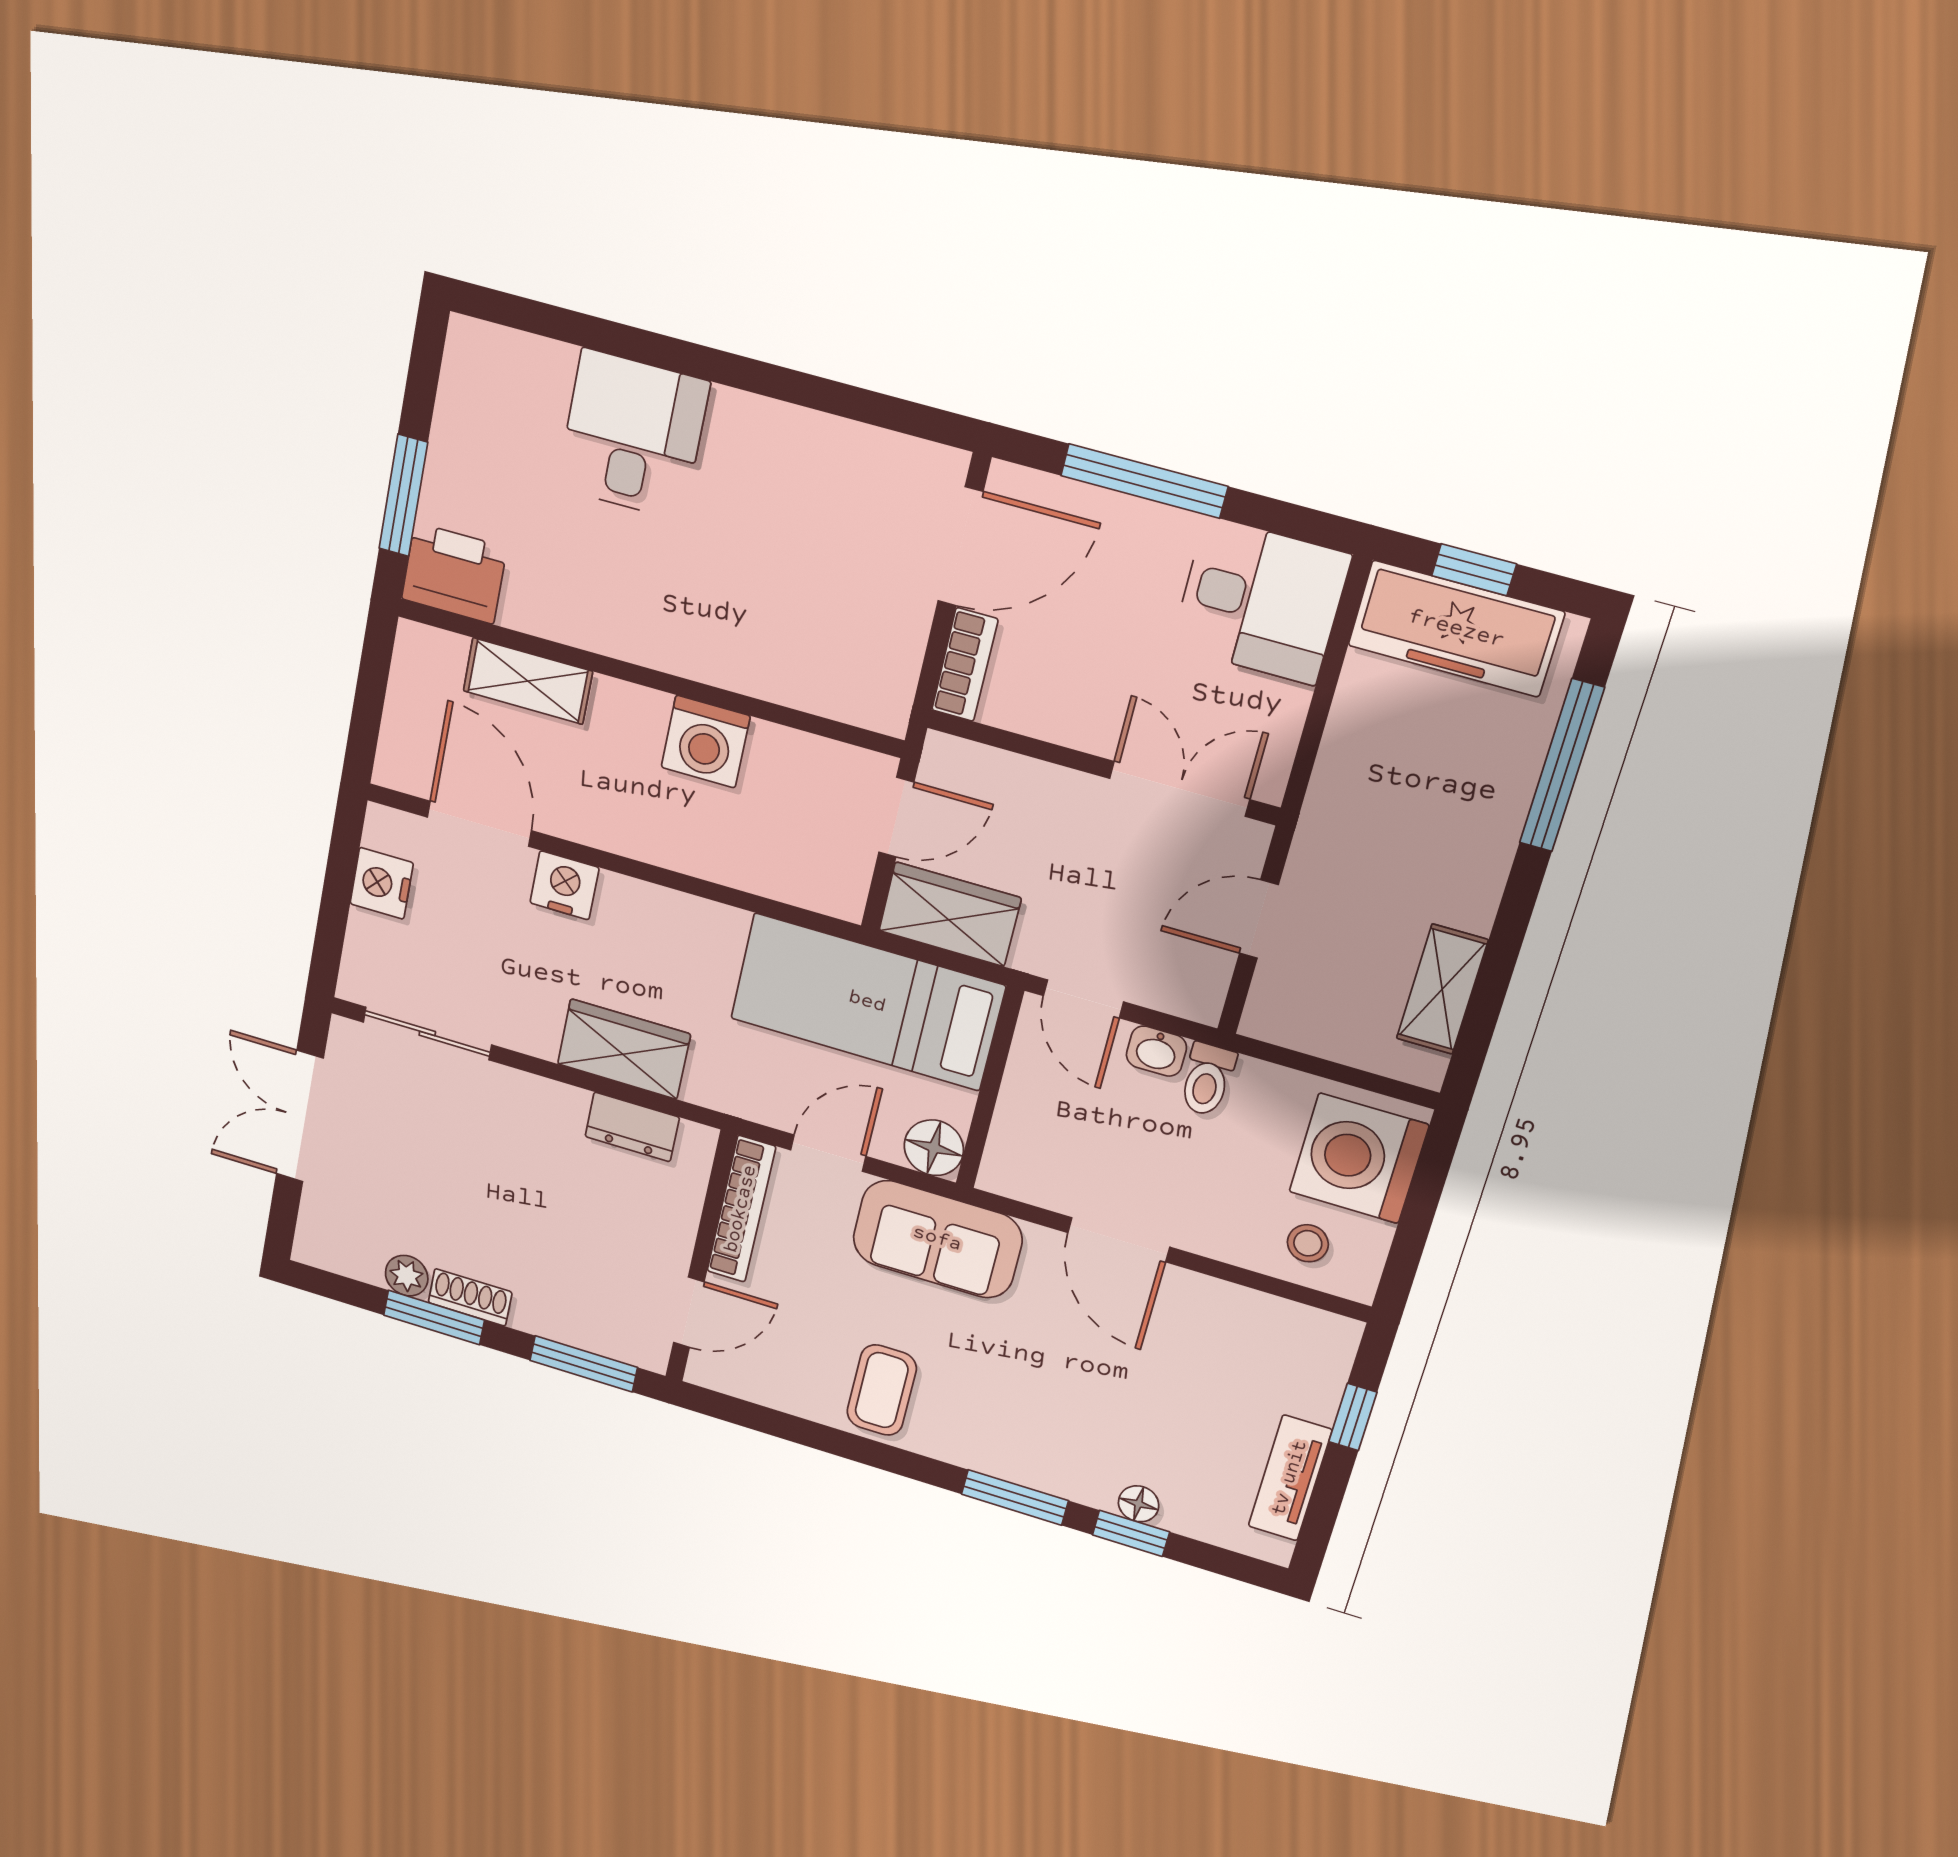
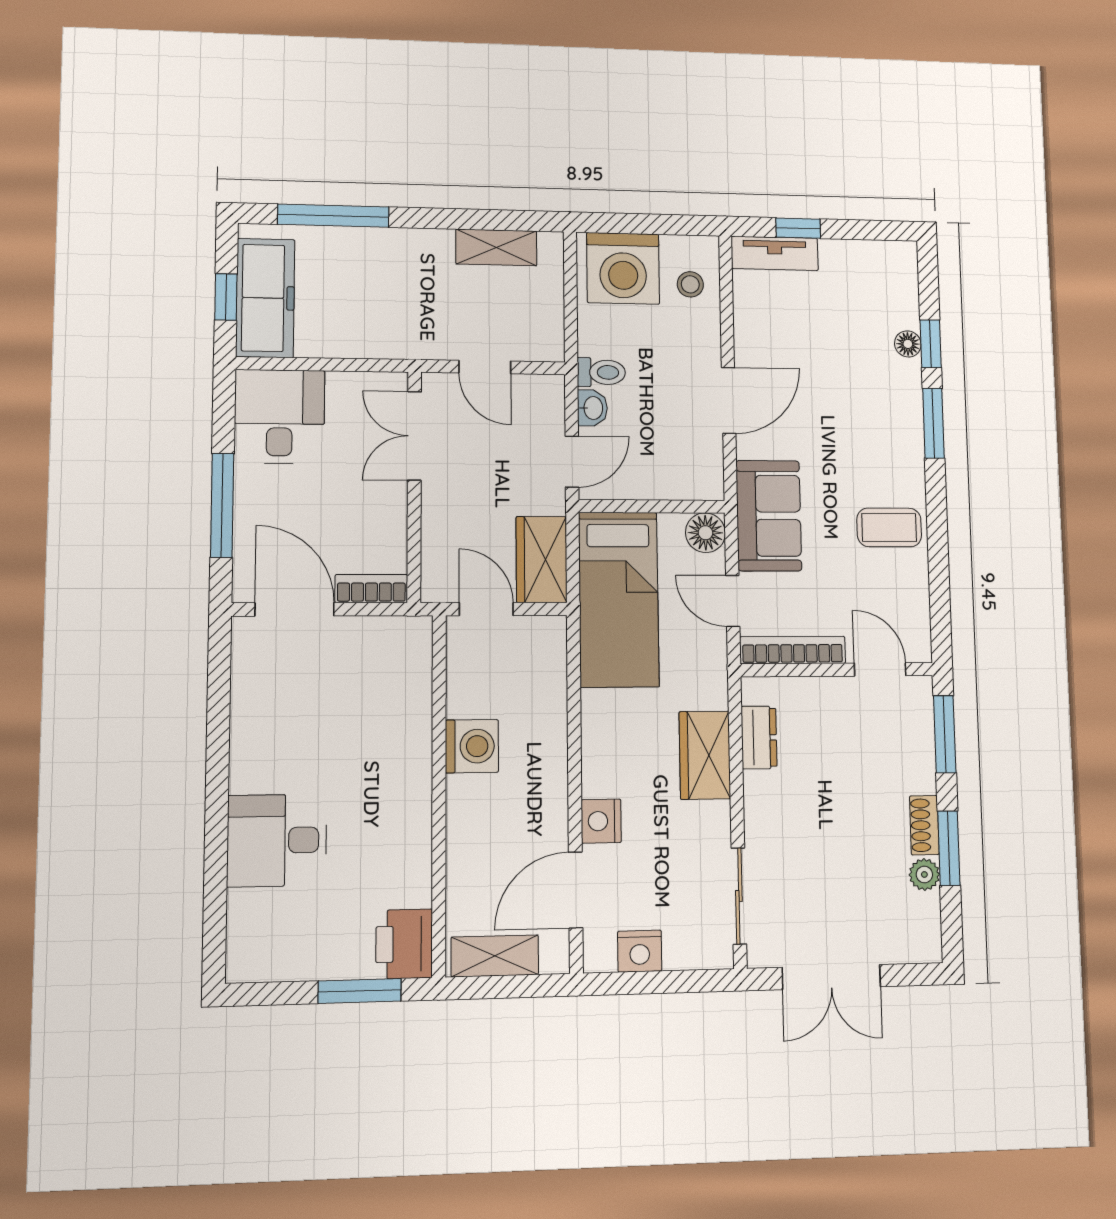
shelving: (528, 681) -> (495, 956), moved, turned 90
tv unit: (1290, 1478) -> (775, 253), moved

